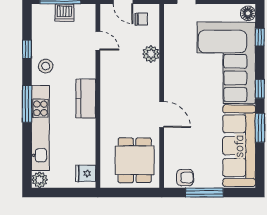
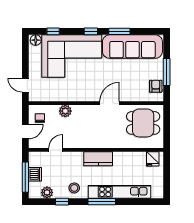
plant: (40, 180) -> (47, 192), moved

